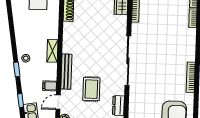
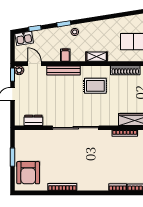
shelving: (52, 51) -> (97, 57), moved
filing cabinet: (50, 86) -> (65, 55), moved
rug: (91, 89) -> (95, 86), moved

